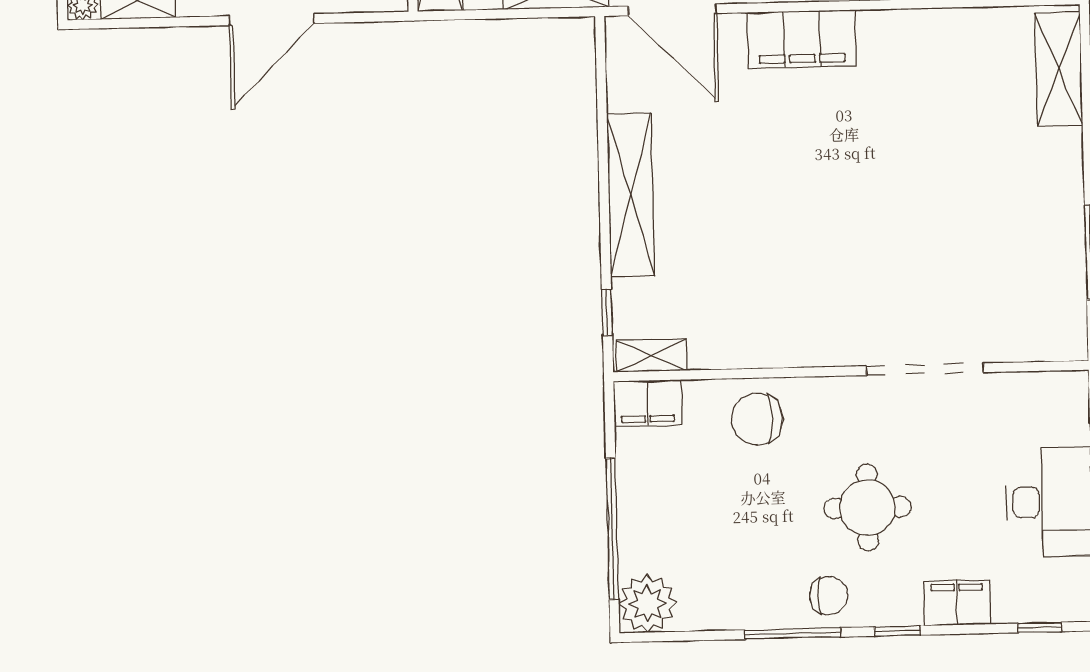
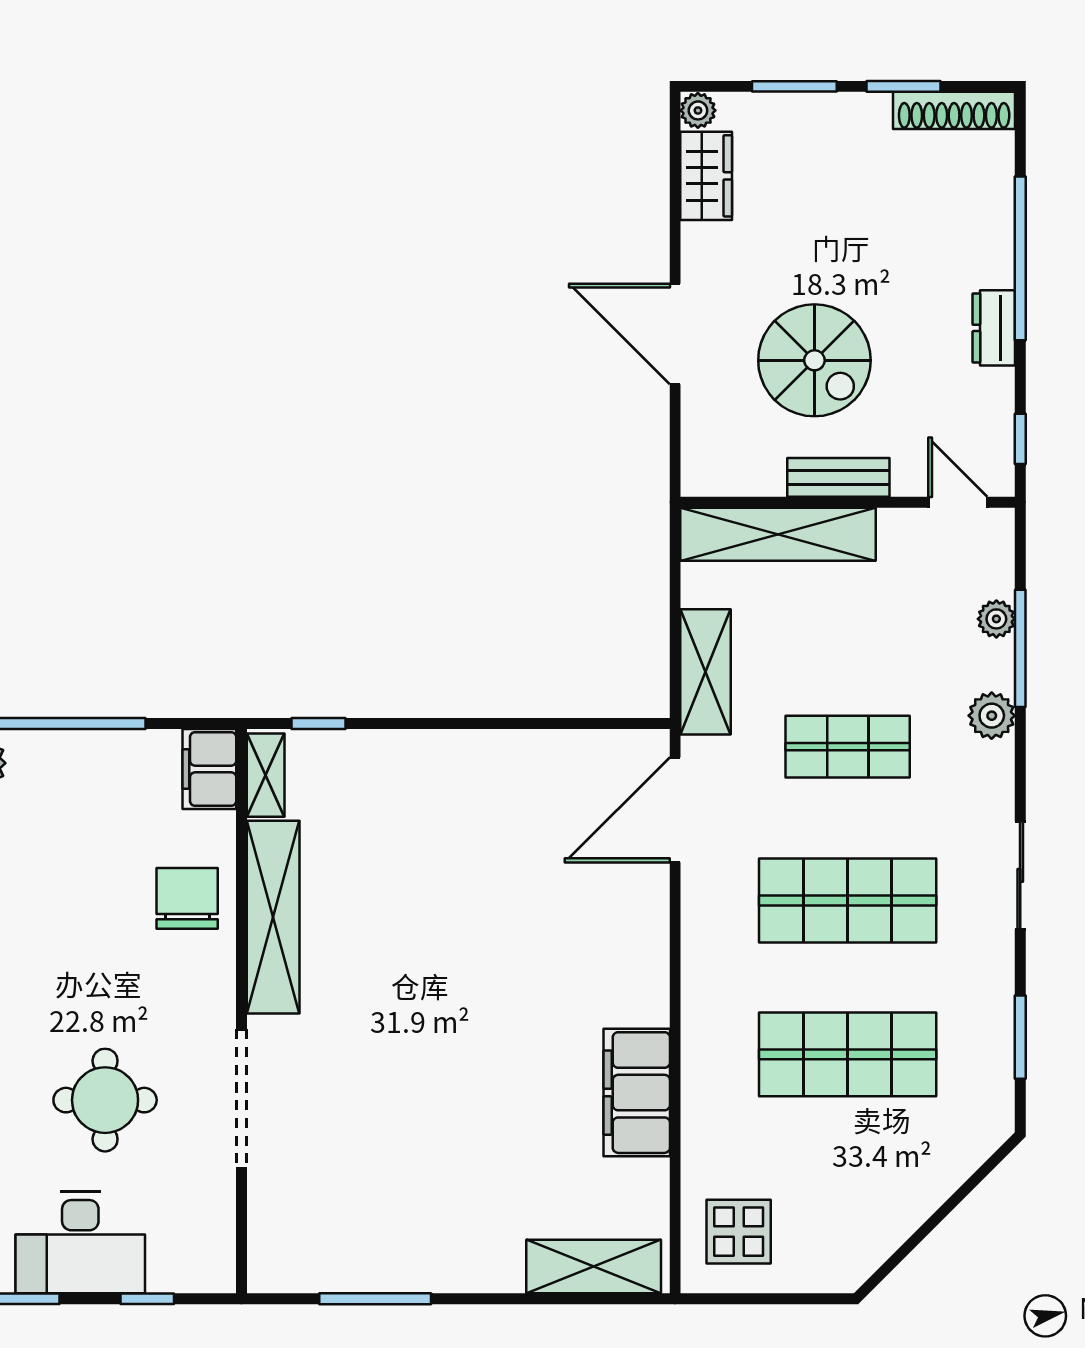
filing cabinet: (802, 39) -> (637, 1093), moved
shelving: (631, 195) -> (273, 917), moved, turned 90
round table: (867, 508) -> (105, 1100), moved

